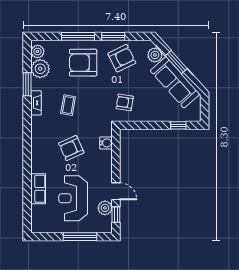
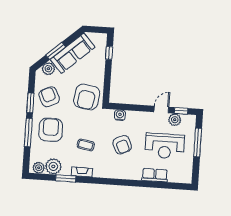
armchair: (83, 63) -> (51, 130), turned 180
armchair: (125, 102) -> (87, 97), width x1.88, depth x1.88

